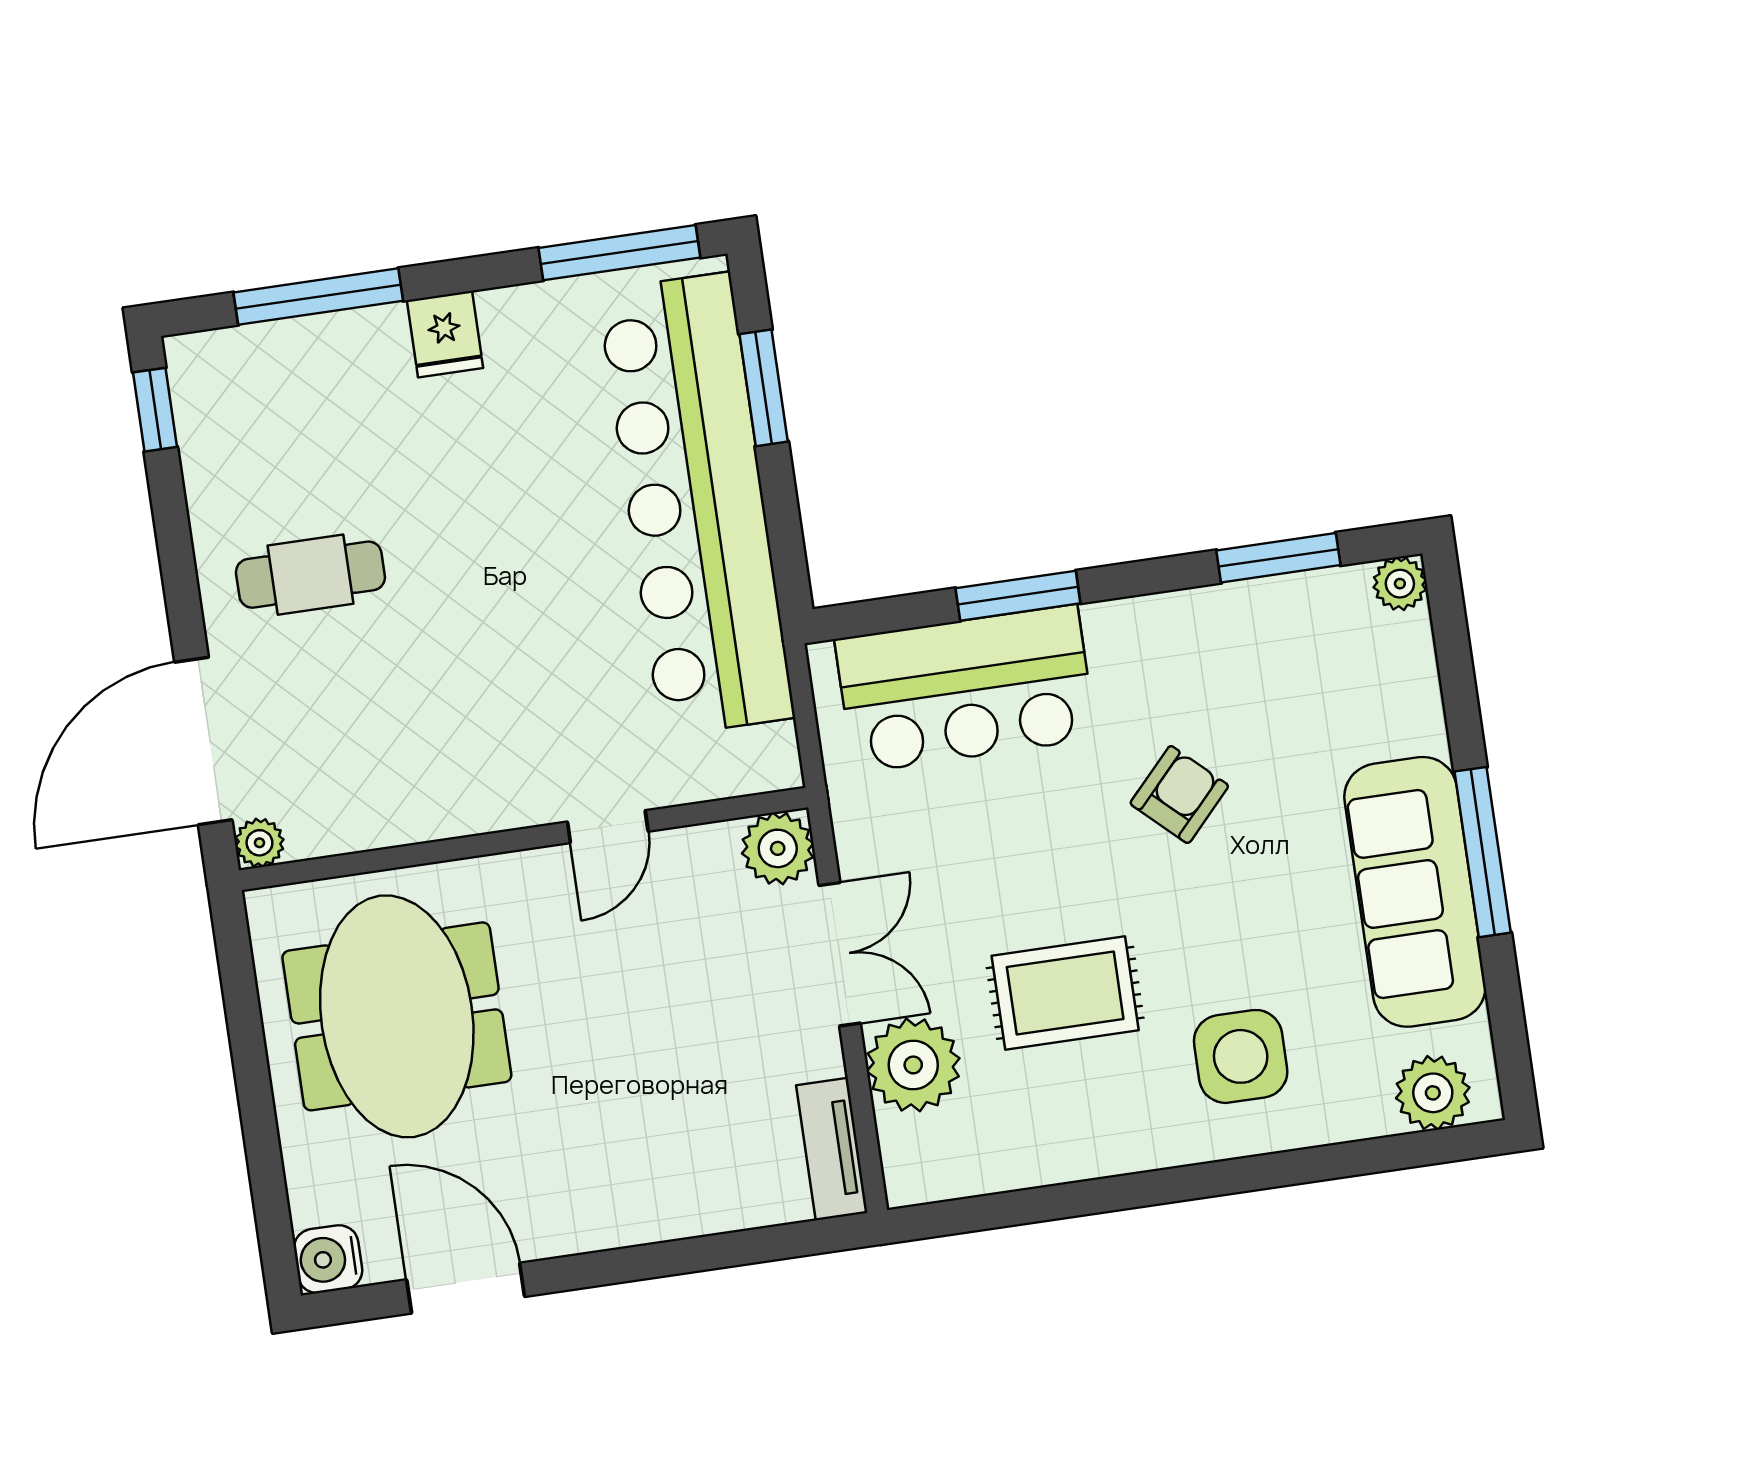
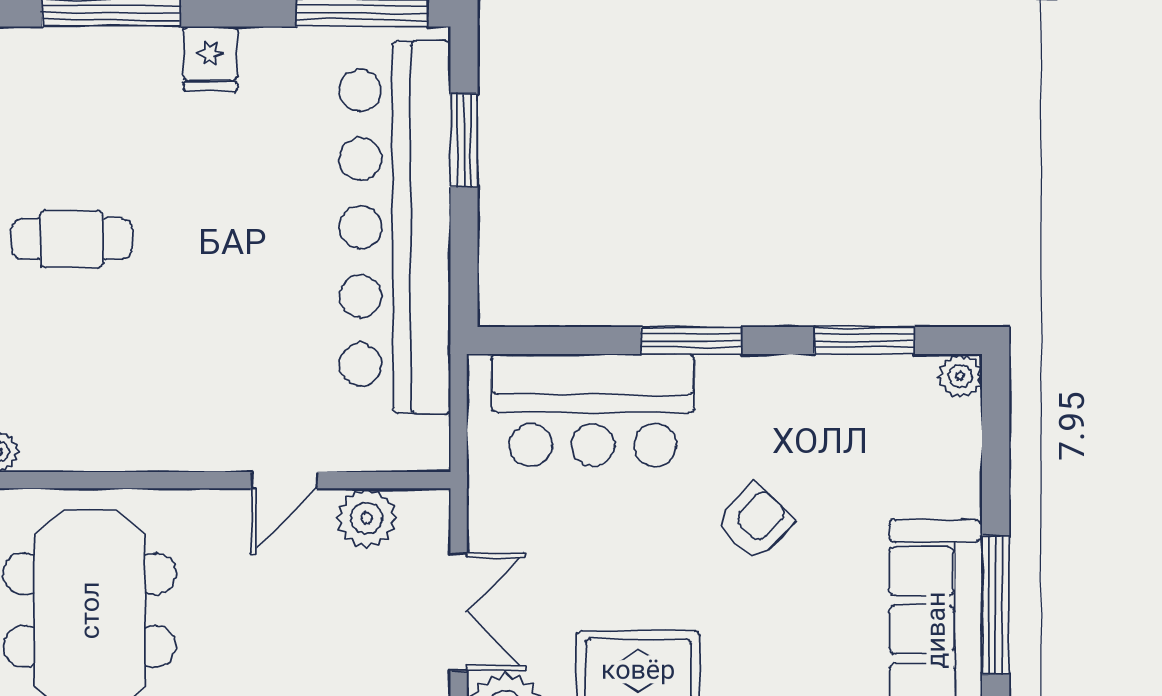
window: (1018, 596) -> (691, 340), moved
plant: (778, 848) -> (367, 518), moved

